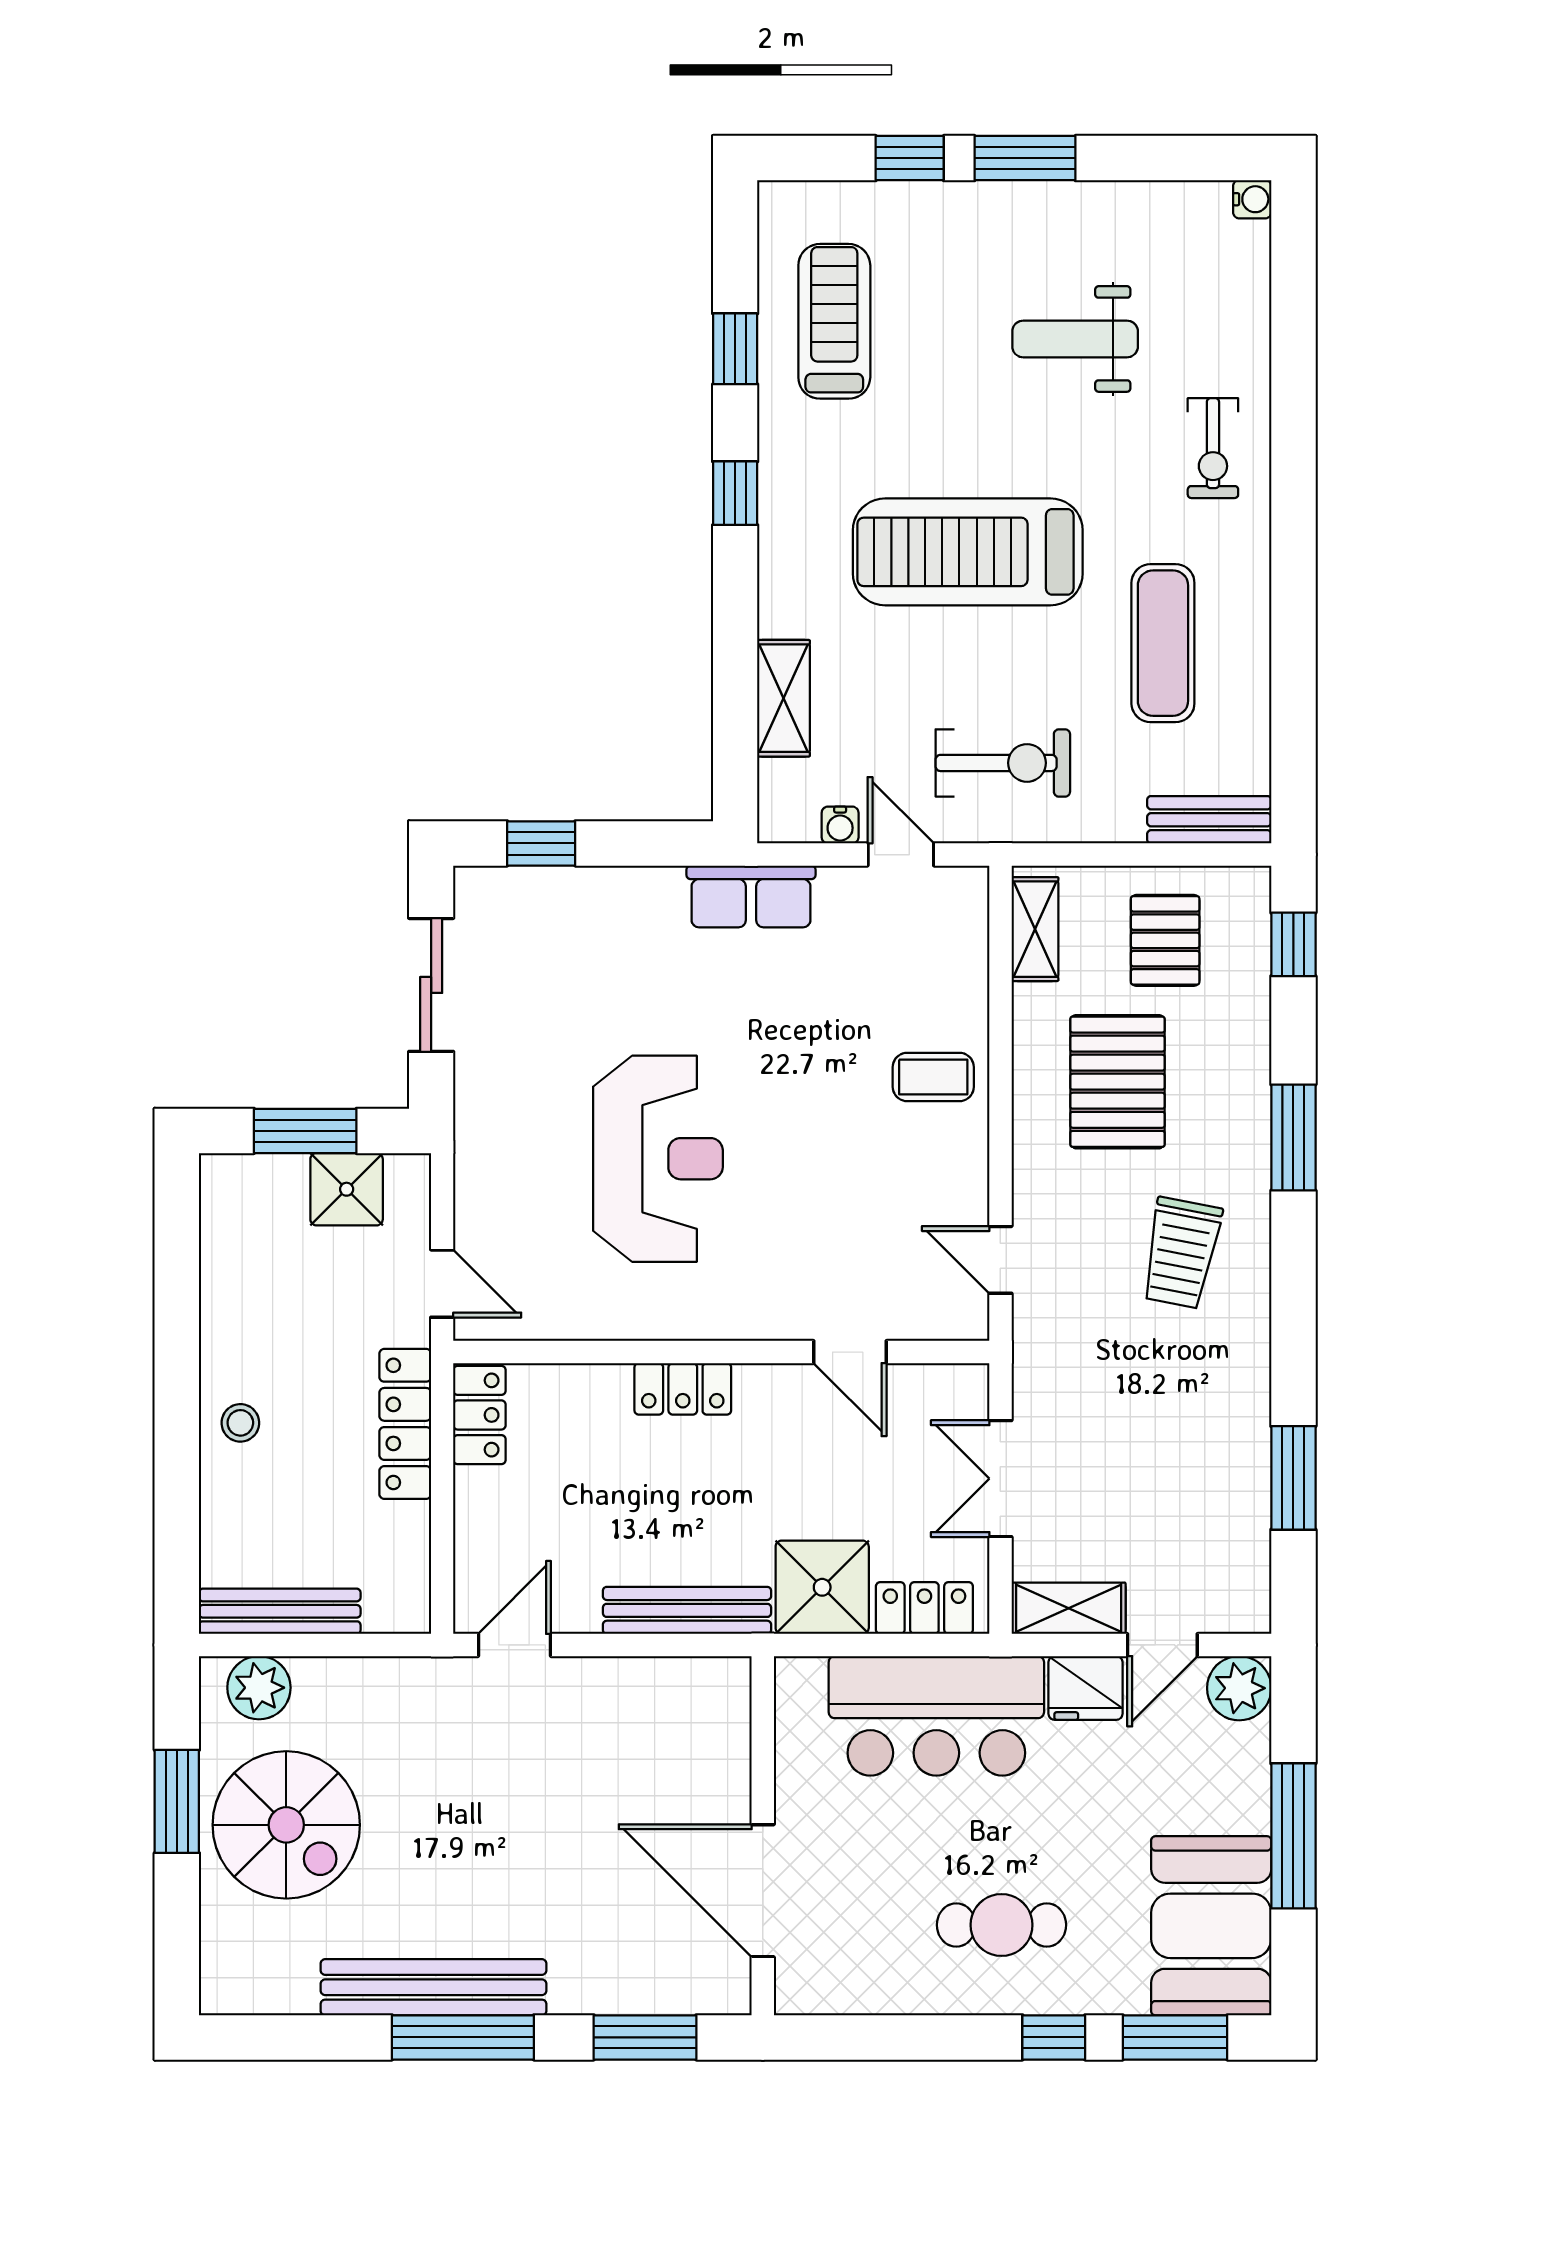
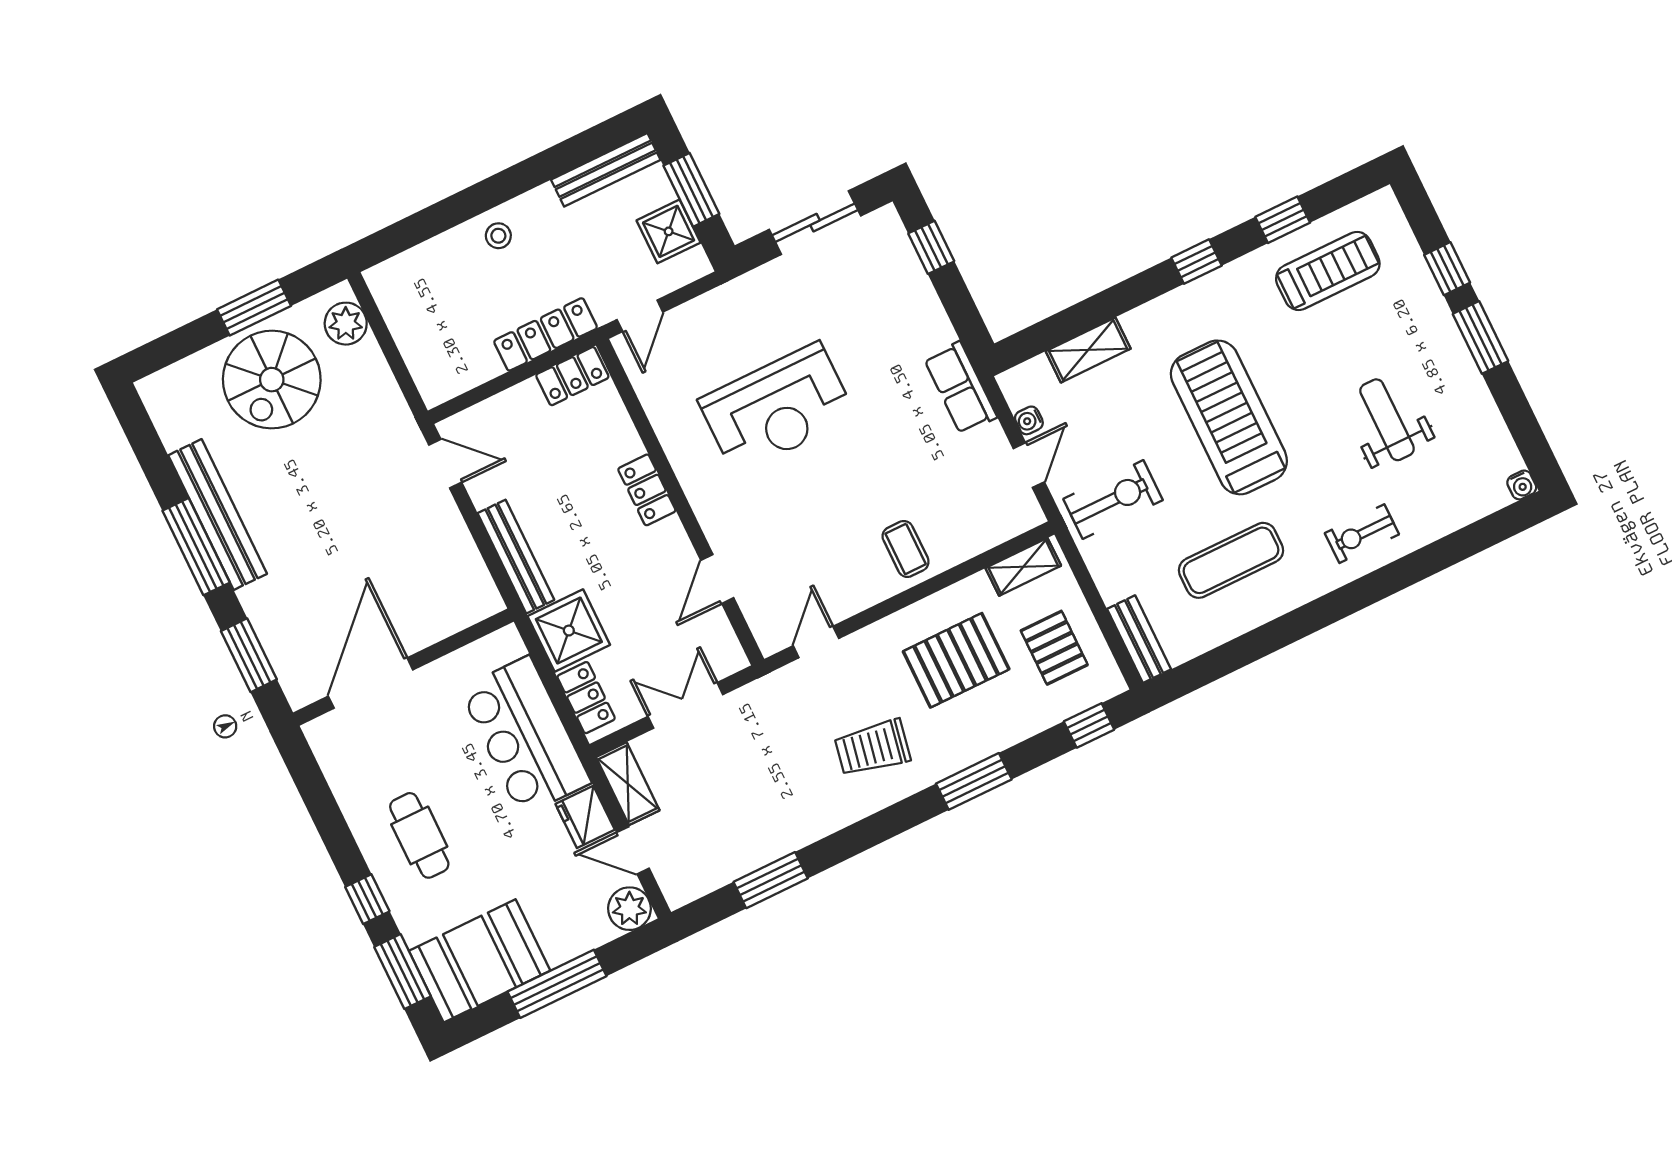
exercise bike: (1003, 763) -> (1113, 499), turned -90
pallet: (1165, 940) -> (1054, 648), turned 90
bench: (280, 1611) -> (606, 170), moved, turned 90

